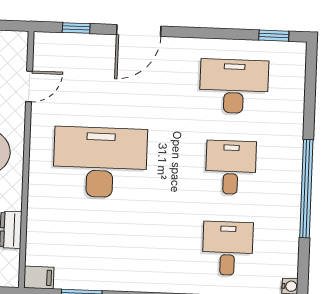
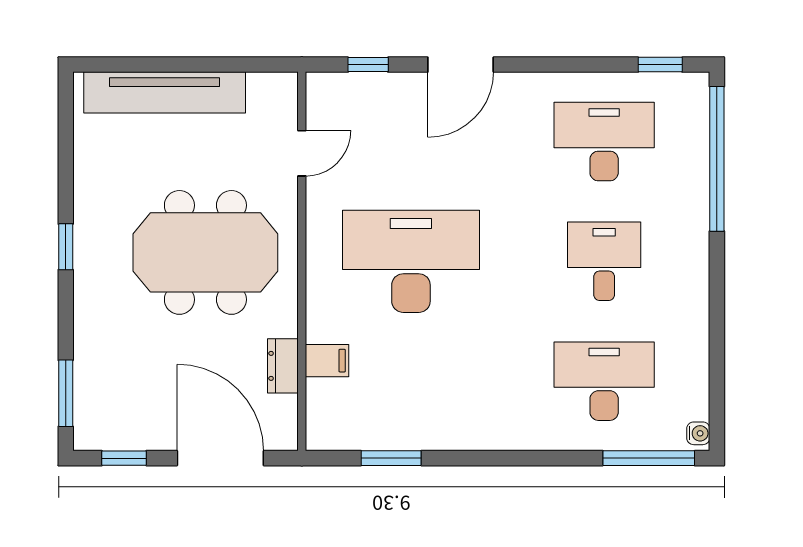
window: (306, 189) -> (717, 159), moved
desk: (228, 248) -> (604, 381), width x1.37
filing cabinet: (39, 277) -> (327, 361), moved

